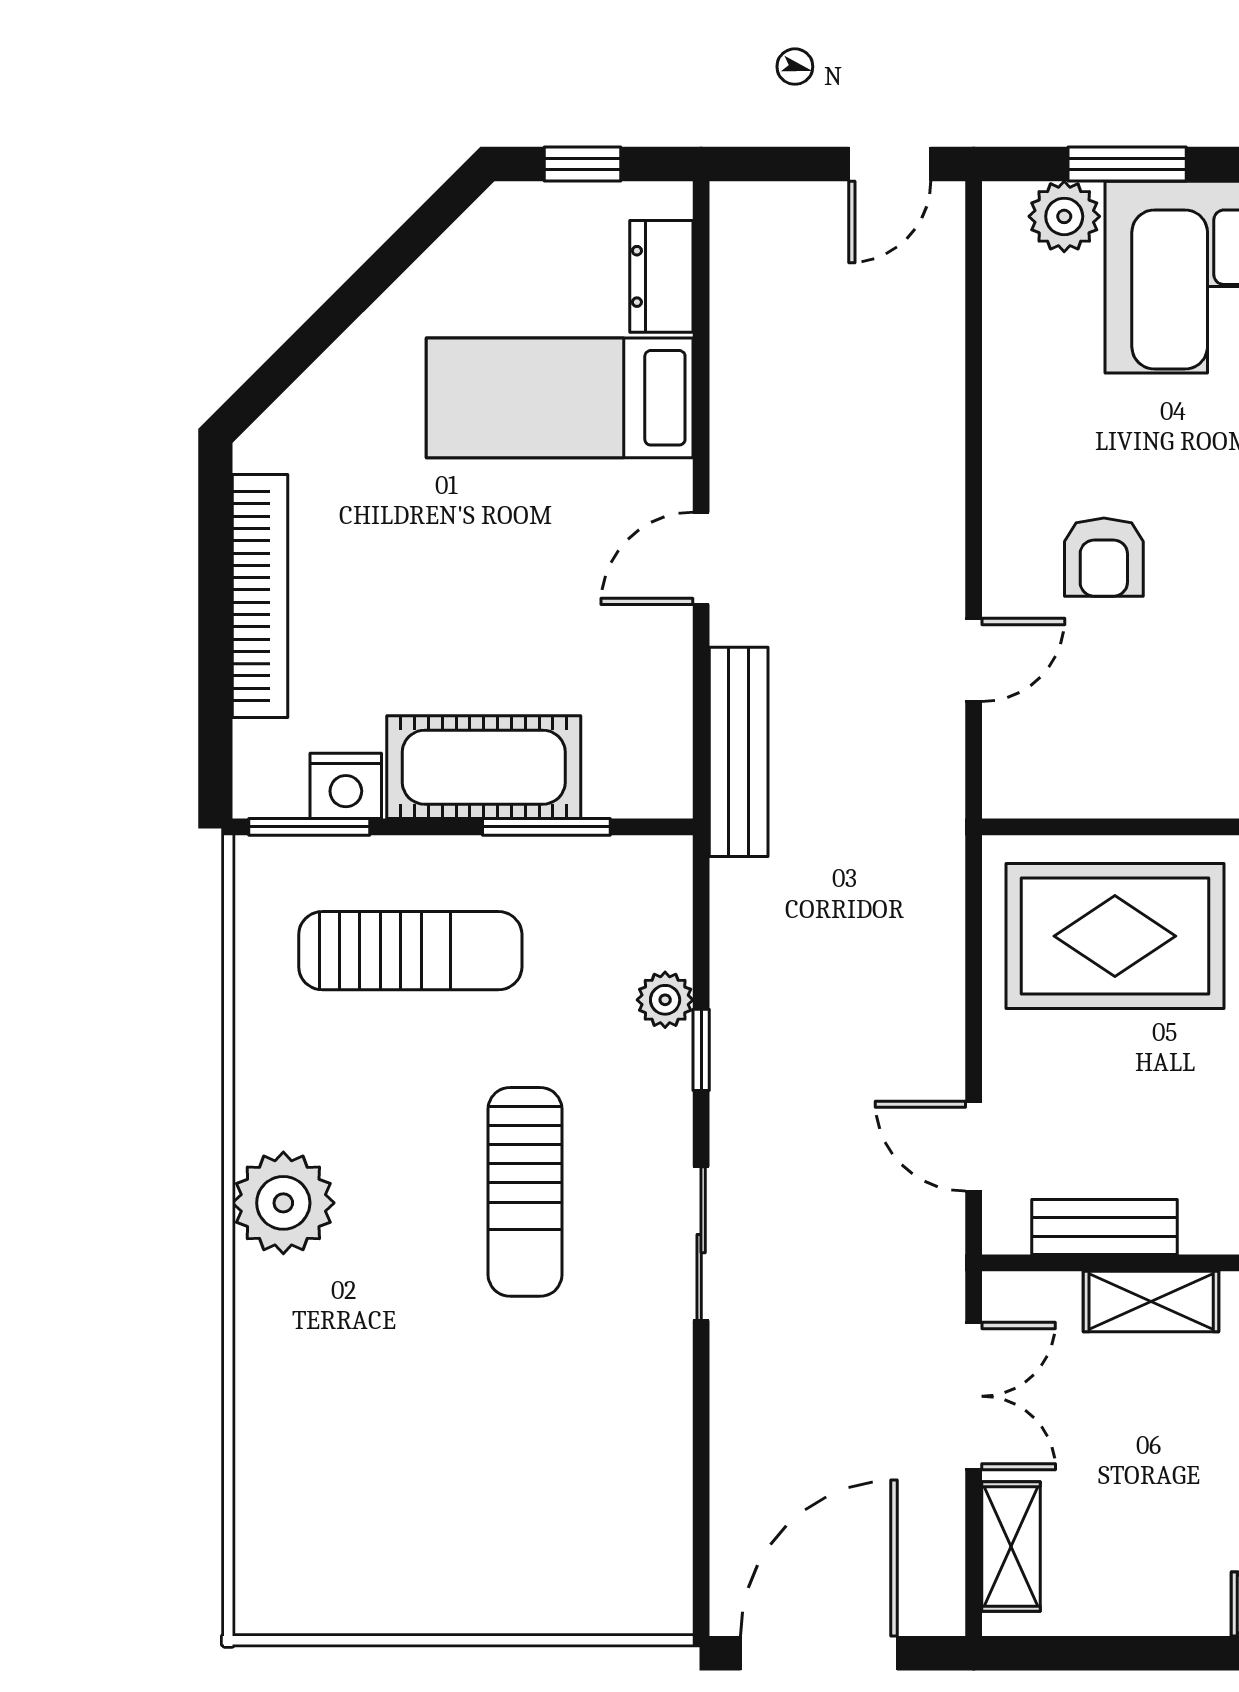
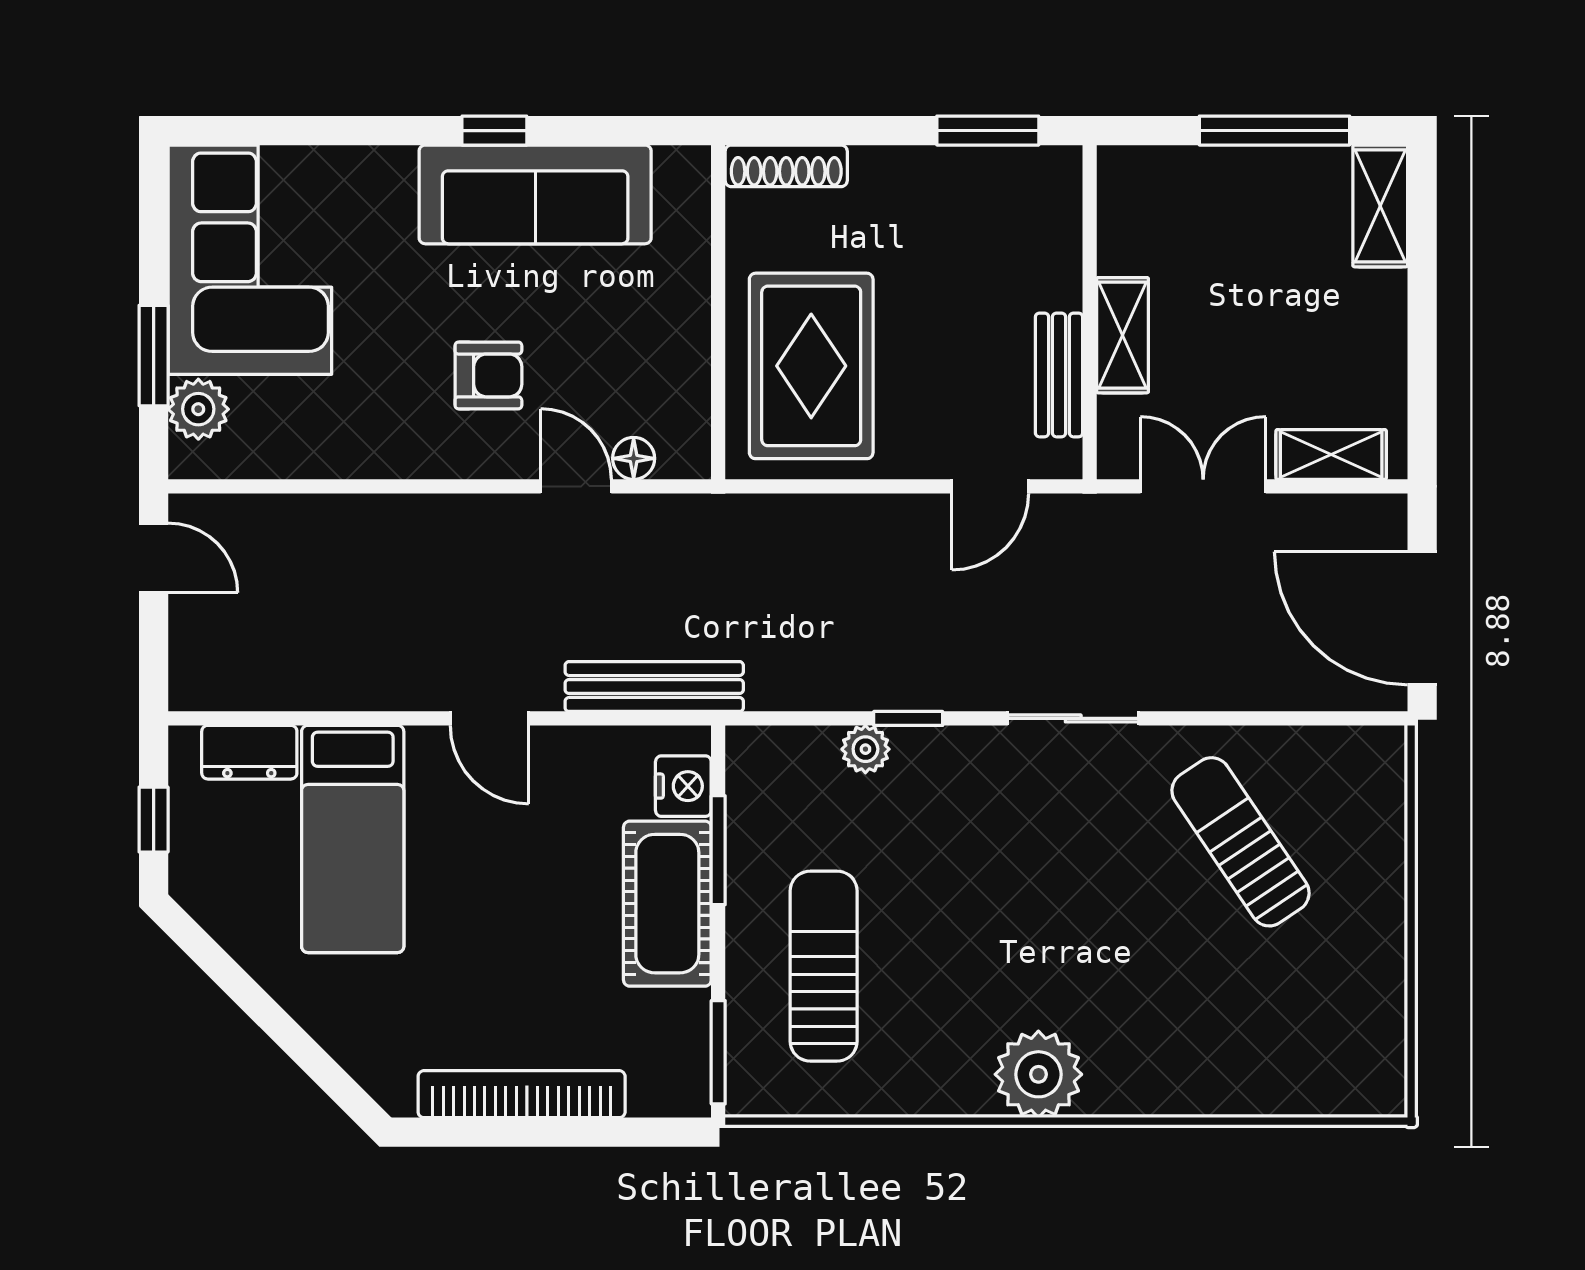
floor lamp: (1006, 728) -> (634, 458), added
nightstand: (346, 786) -> (683, 786), moved
sun lounger: (525, 1192) -> (1240, 842), moved, turned -124

